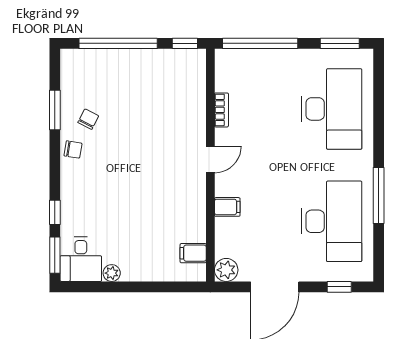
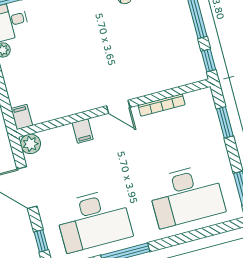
window: (260, 43) -> (225, 122), width x0.47
bookcase: (221, 110) -> (162, 105), width x1.56
filing cabinet: (193, 253) -> (22, 117), moved

